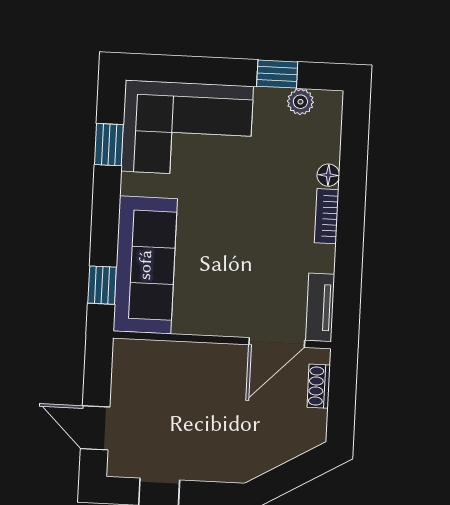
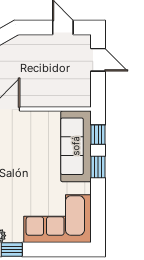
window: (109, 145) -> (98, 167), moved

